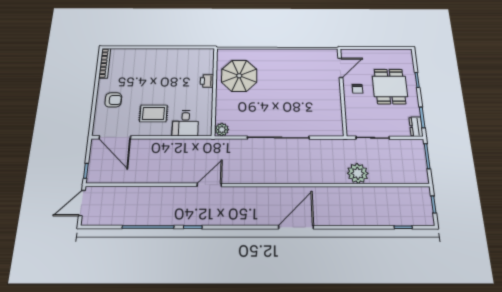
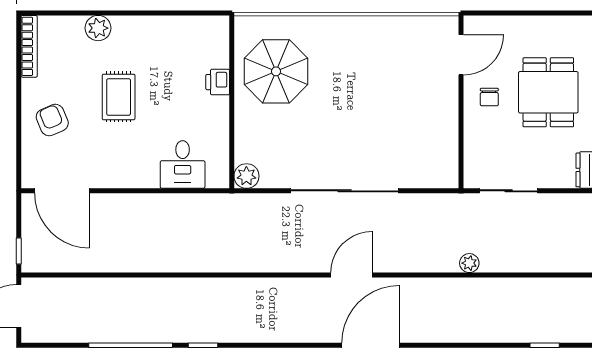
plant: (143, 54) -> (98, 28), added
armchair: (113, 100) -> (52, 120), turned -113
rug: (153, 113) -> (119, 97), moved, turned 90
plant: (358, 173) -> (469, 263), width x0.53, depth x0.53
door: (209, 185) -> (351, 275), moved

